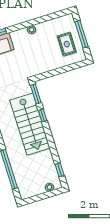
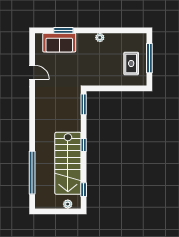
window: (43, 116) -> (84, 145), moved
stairs: (30, 124) -> (68, 163), moved

